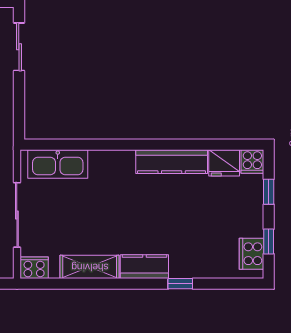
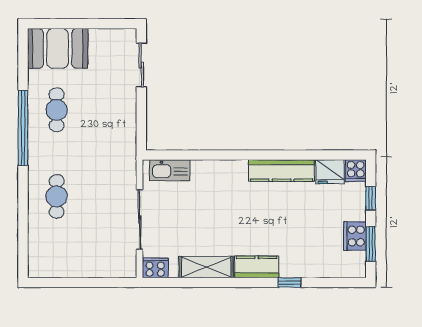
kitchen sink: (58, 164) -> (170, 170), width x0.73, depth x0.81
window: (269, 242) -> (371, 244), width x1.50
cooker: (251, 254) -> (355, 236), moved

